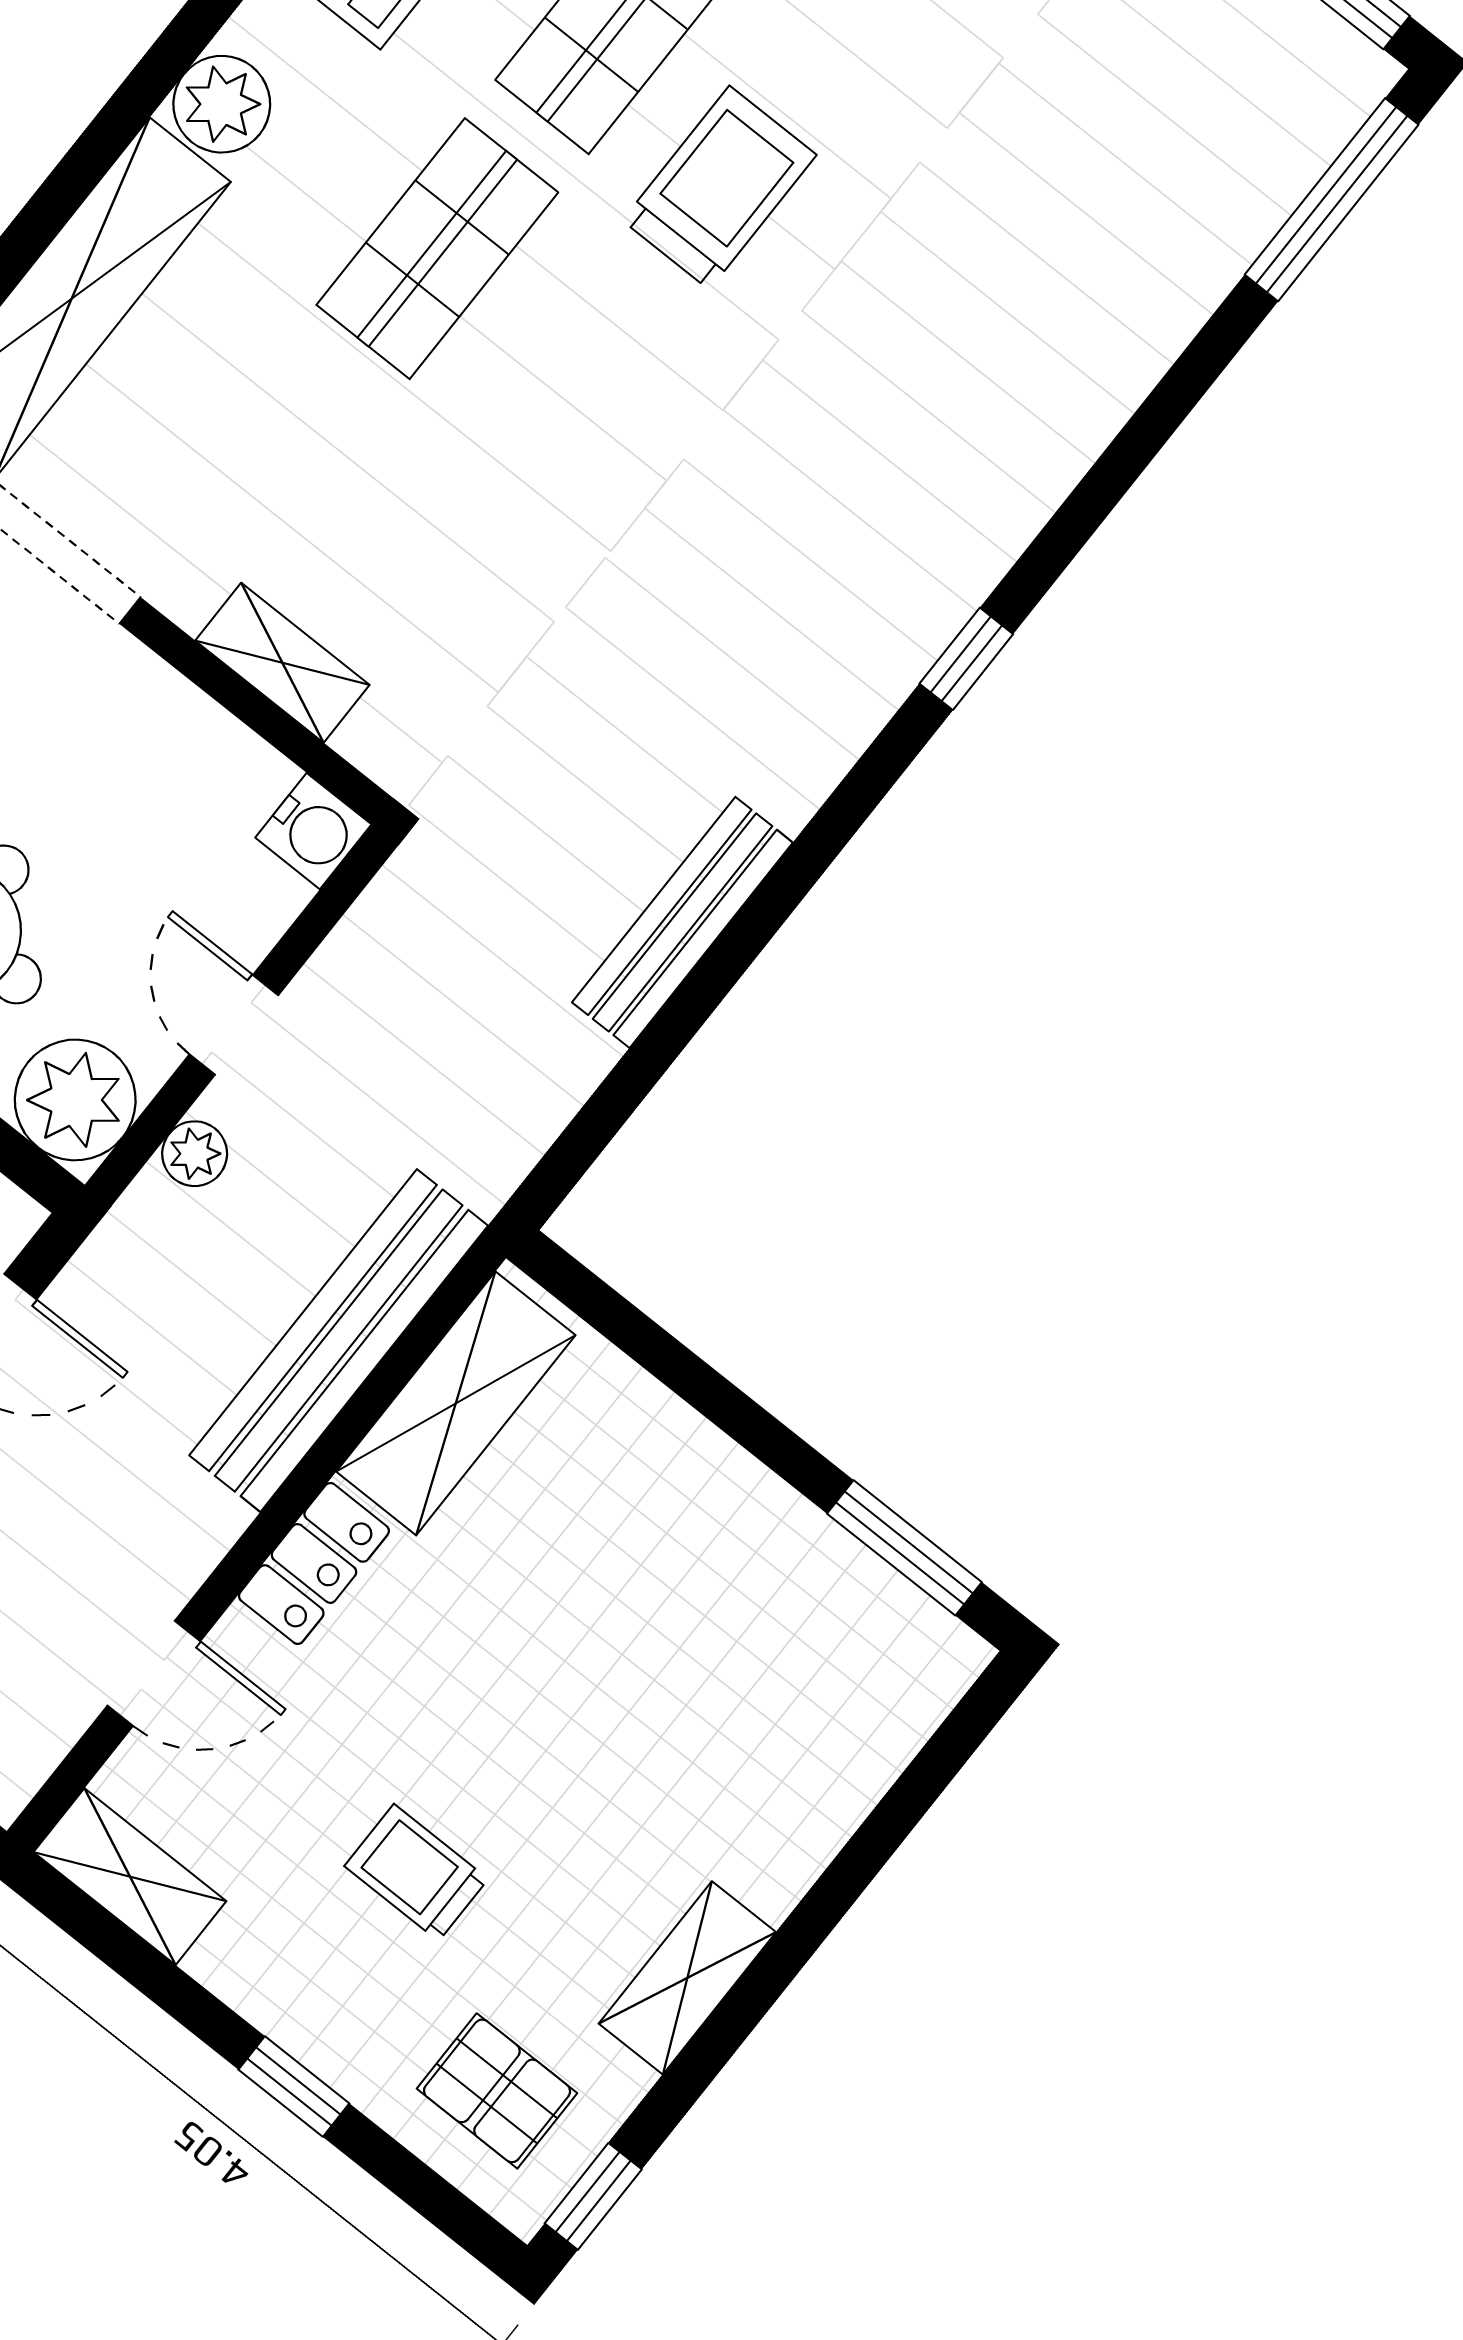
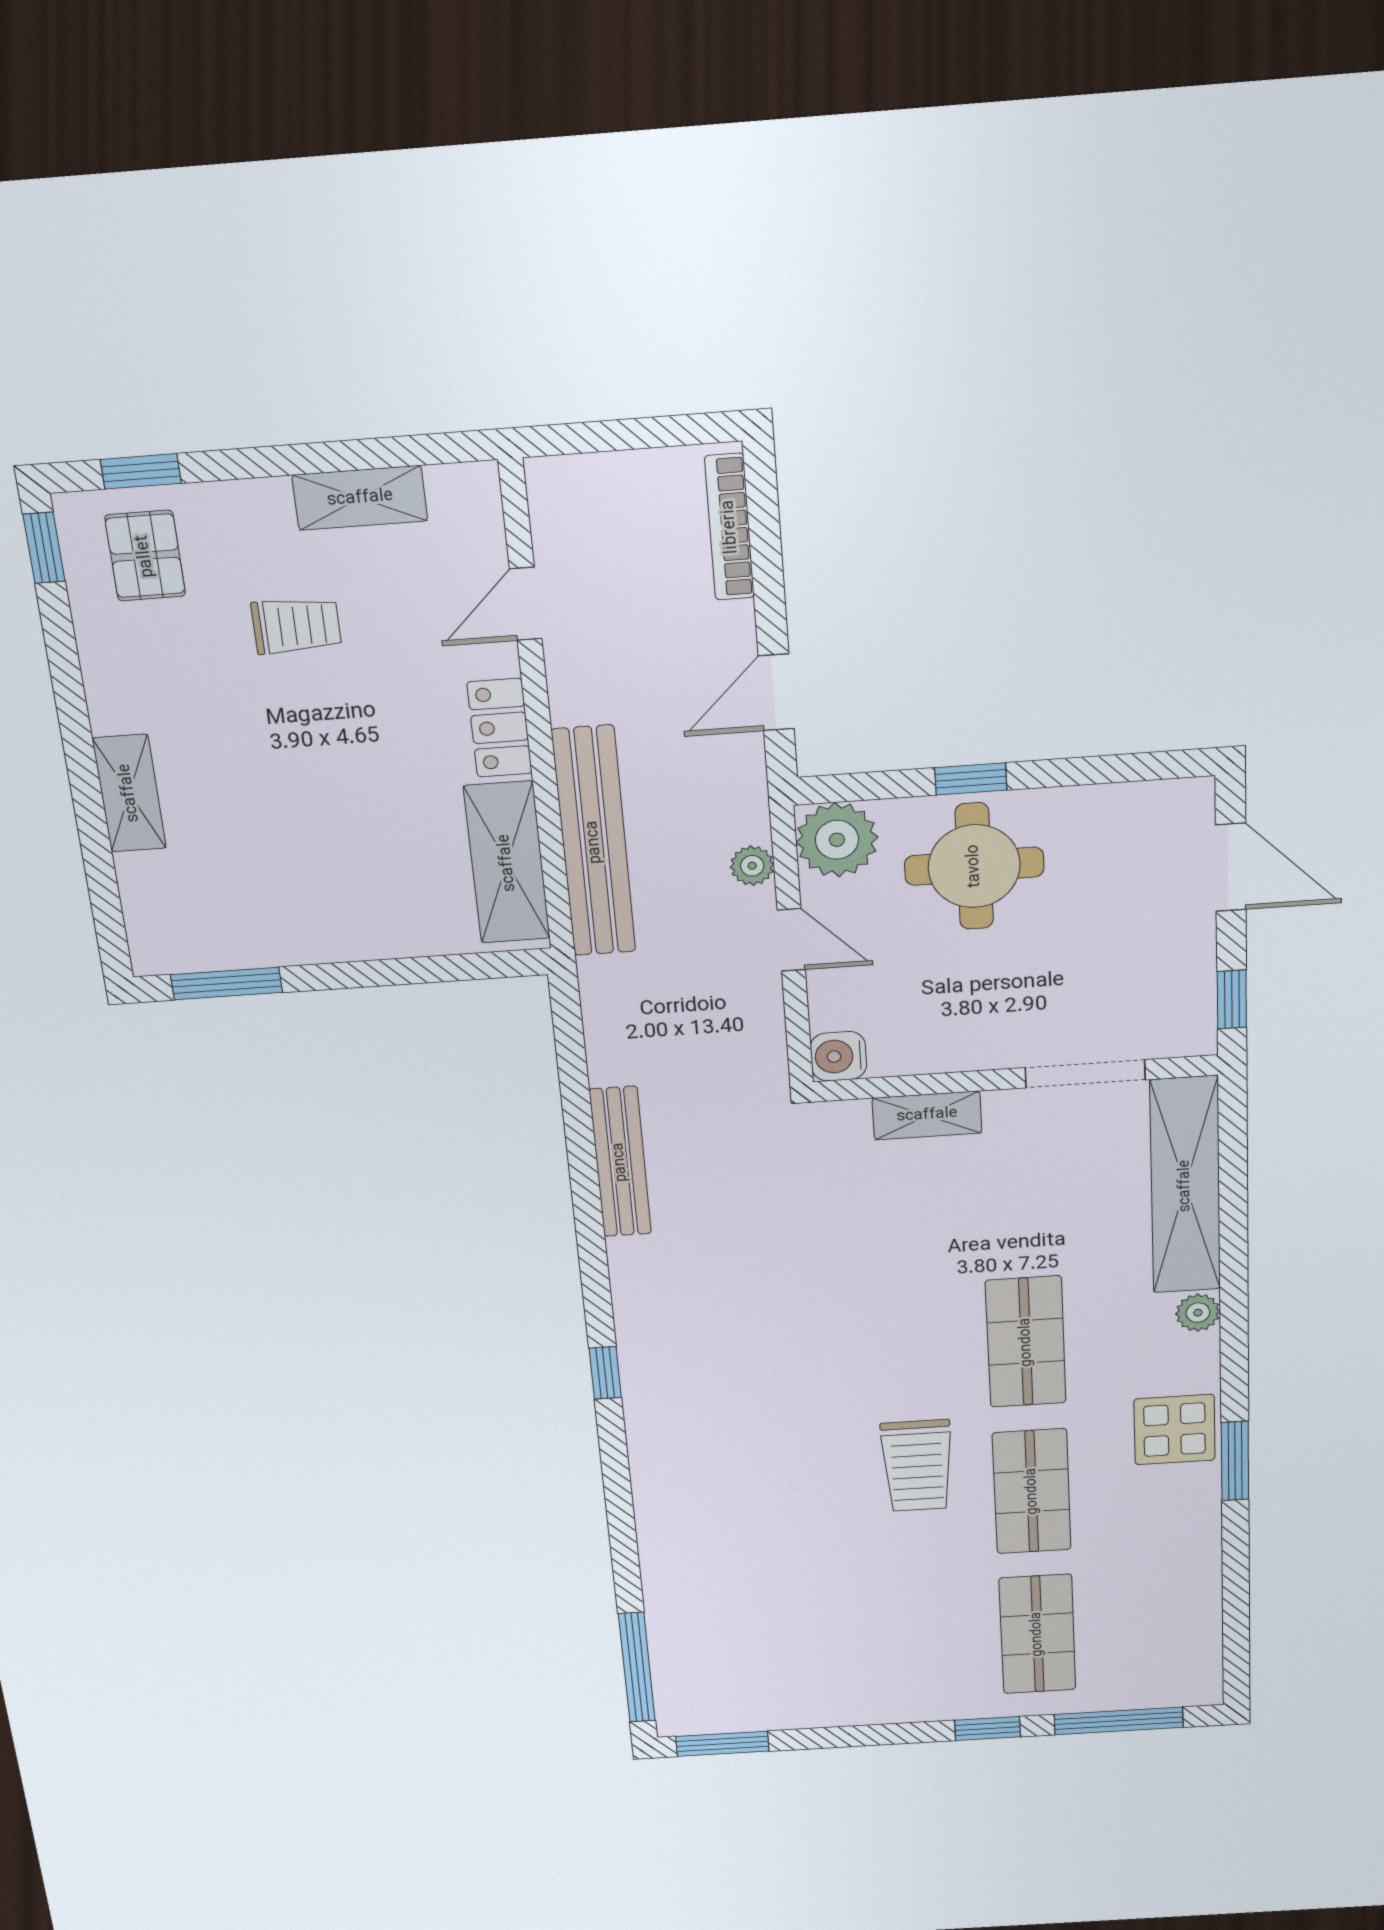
plant: (222, 104) -> (1198, 1313), width x0.73, depth x0.73
shelving: (130, 1877) -> (360, 498), moved
shelving: (687, 1978) -> (129, 793), moved
window: (294, 2087) -> (141, 471), moved
pallet: (497, 2091) -> (145, 556), turned 90

